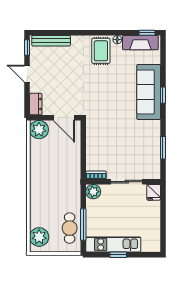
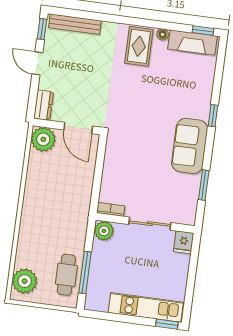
sofa: (149, 92) -> (190, 146), moved, width x0.73
kitchen unit: (113, 245) -> (146, 307), moved
window: (118, 255) -> (167, 324), moved

